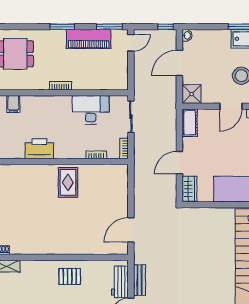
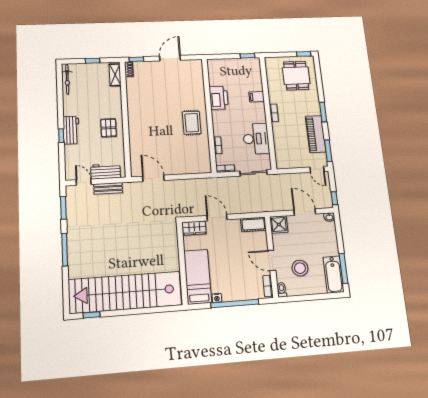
filing cabinet: (13, 104) -> (257, 97), moved
rug: (68, 182) -> (192, 123), turned 90

